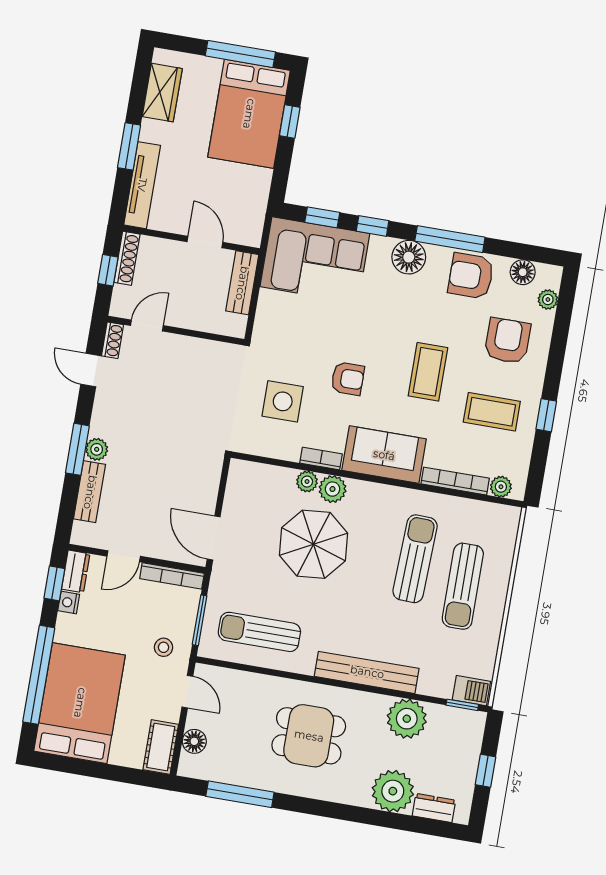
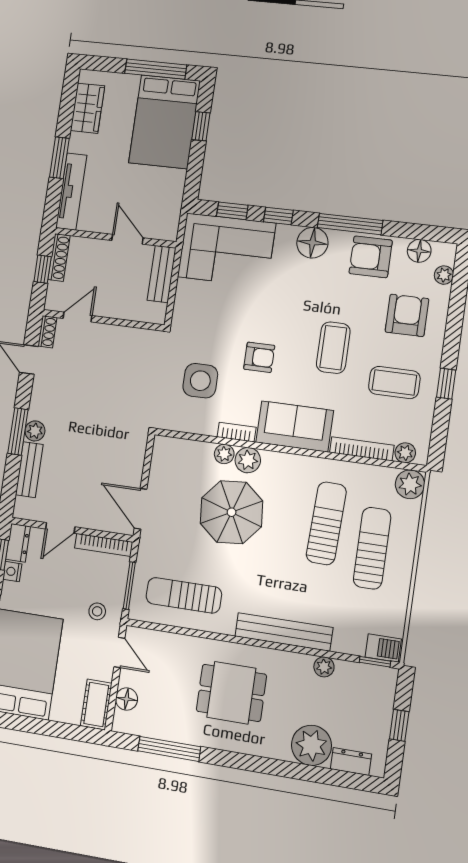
plant: (505, 520) -> (410, 484), added
sun lounger: (463, 586) -> (372, 548), turned 180
plant: (407, 719) -> (324, 667), width x0.53, depth x0.53

